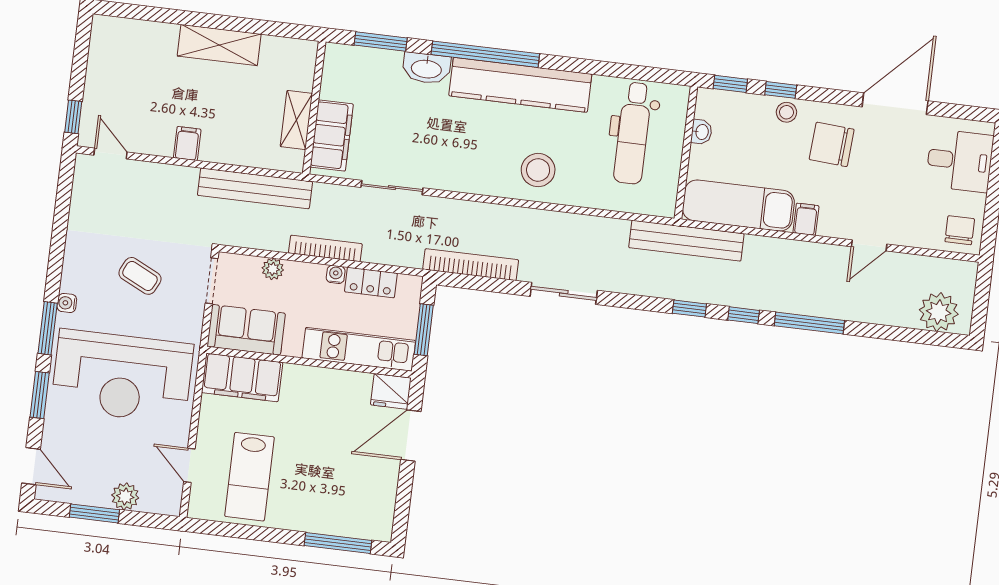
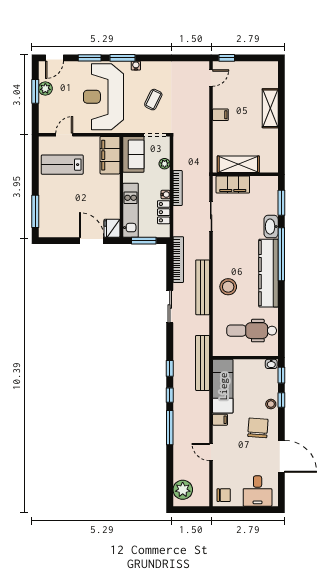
shelving: (219, 45) -> (270, 108), moved
shelving: (296, 120) -> (238, 164), width x1.50, depth x1.33
washbasin: (702, 132) -> (271, 364), moved
bench: (255, 188) -> (203, 287), moved
plant: (125, 496) -> (45, 89), moved

